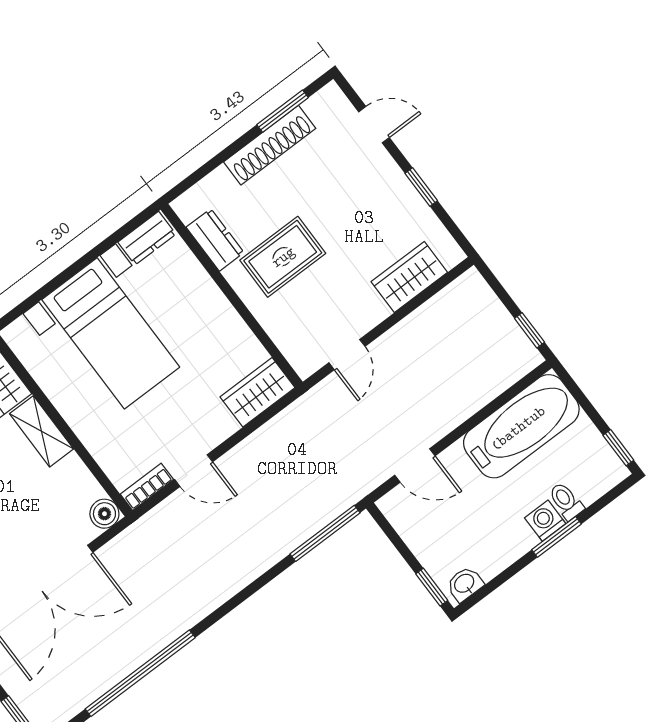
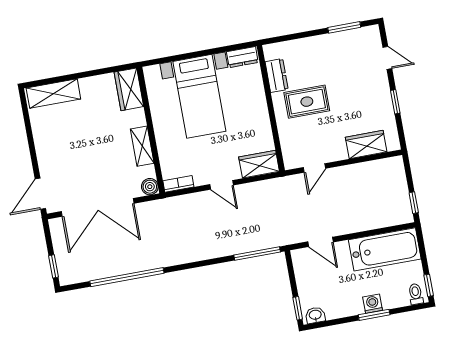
shoe rack: (270, 145) -> (329, 41), removed
shelving: (41, 431) -> (142, 146), moved
door: (194, 471) -> (222, 185), moved
toilet: (566, 501) -> (416, 294), moved

